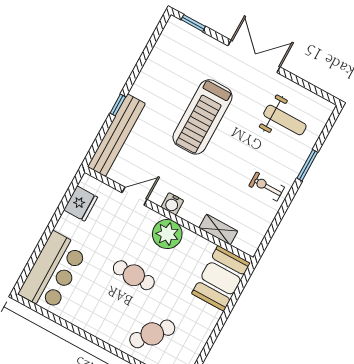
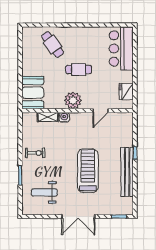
bench: (116, 135) -> (127, 172), moved
water cooler: (172, 204) -> (64, 117), moved
cafe table: (152, 334) -> (52, 44), turned -75

